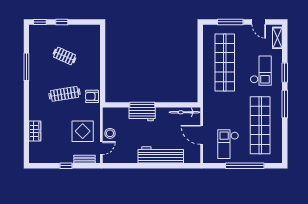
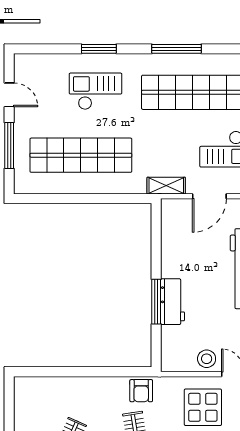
door: (259, 22) -> (9, 95), hinge flipped
shelving: (277, 38) -> (166, 186), moved
window: (285, 104) -> (176, 49), moved
bicycle: (184, 112) -> (169, 227), removed

